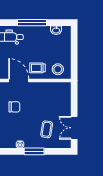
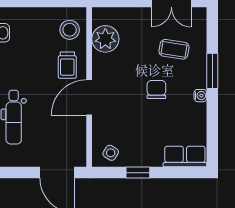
plant: (53, 90) -> (105, 39), added
chair: (14, 107) -> (156, 89), moved

